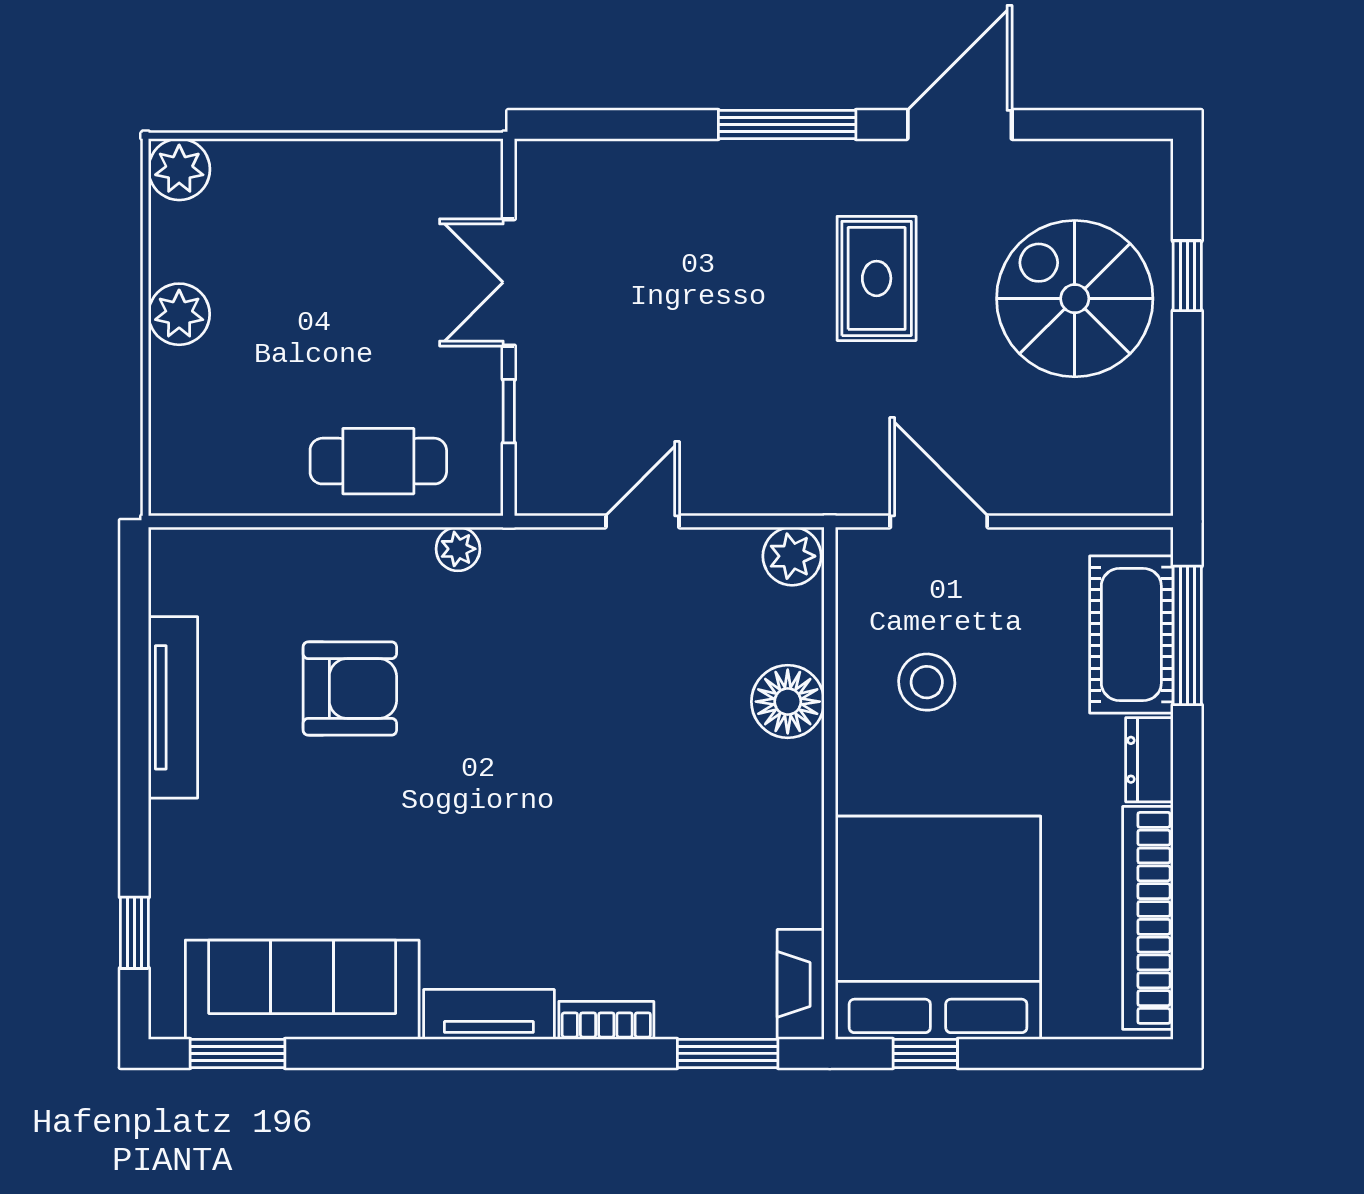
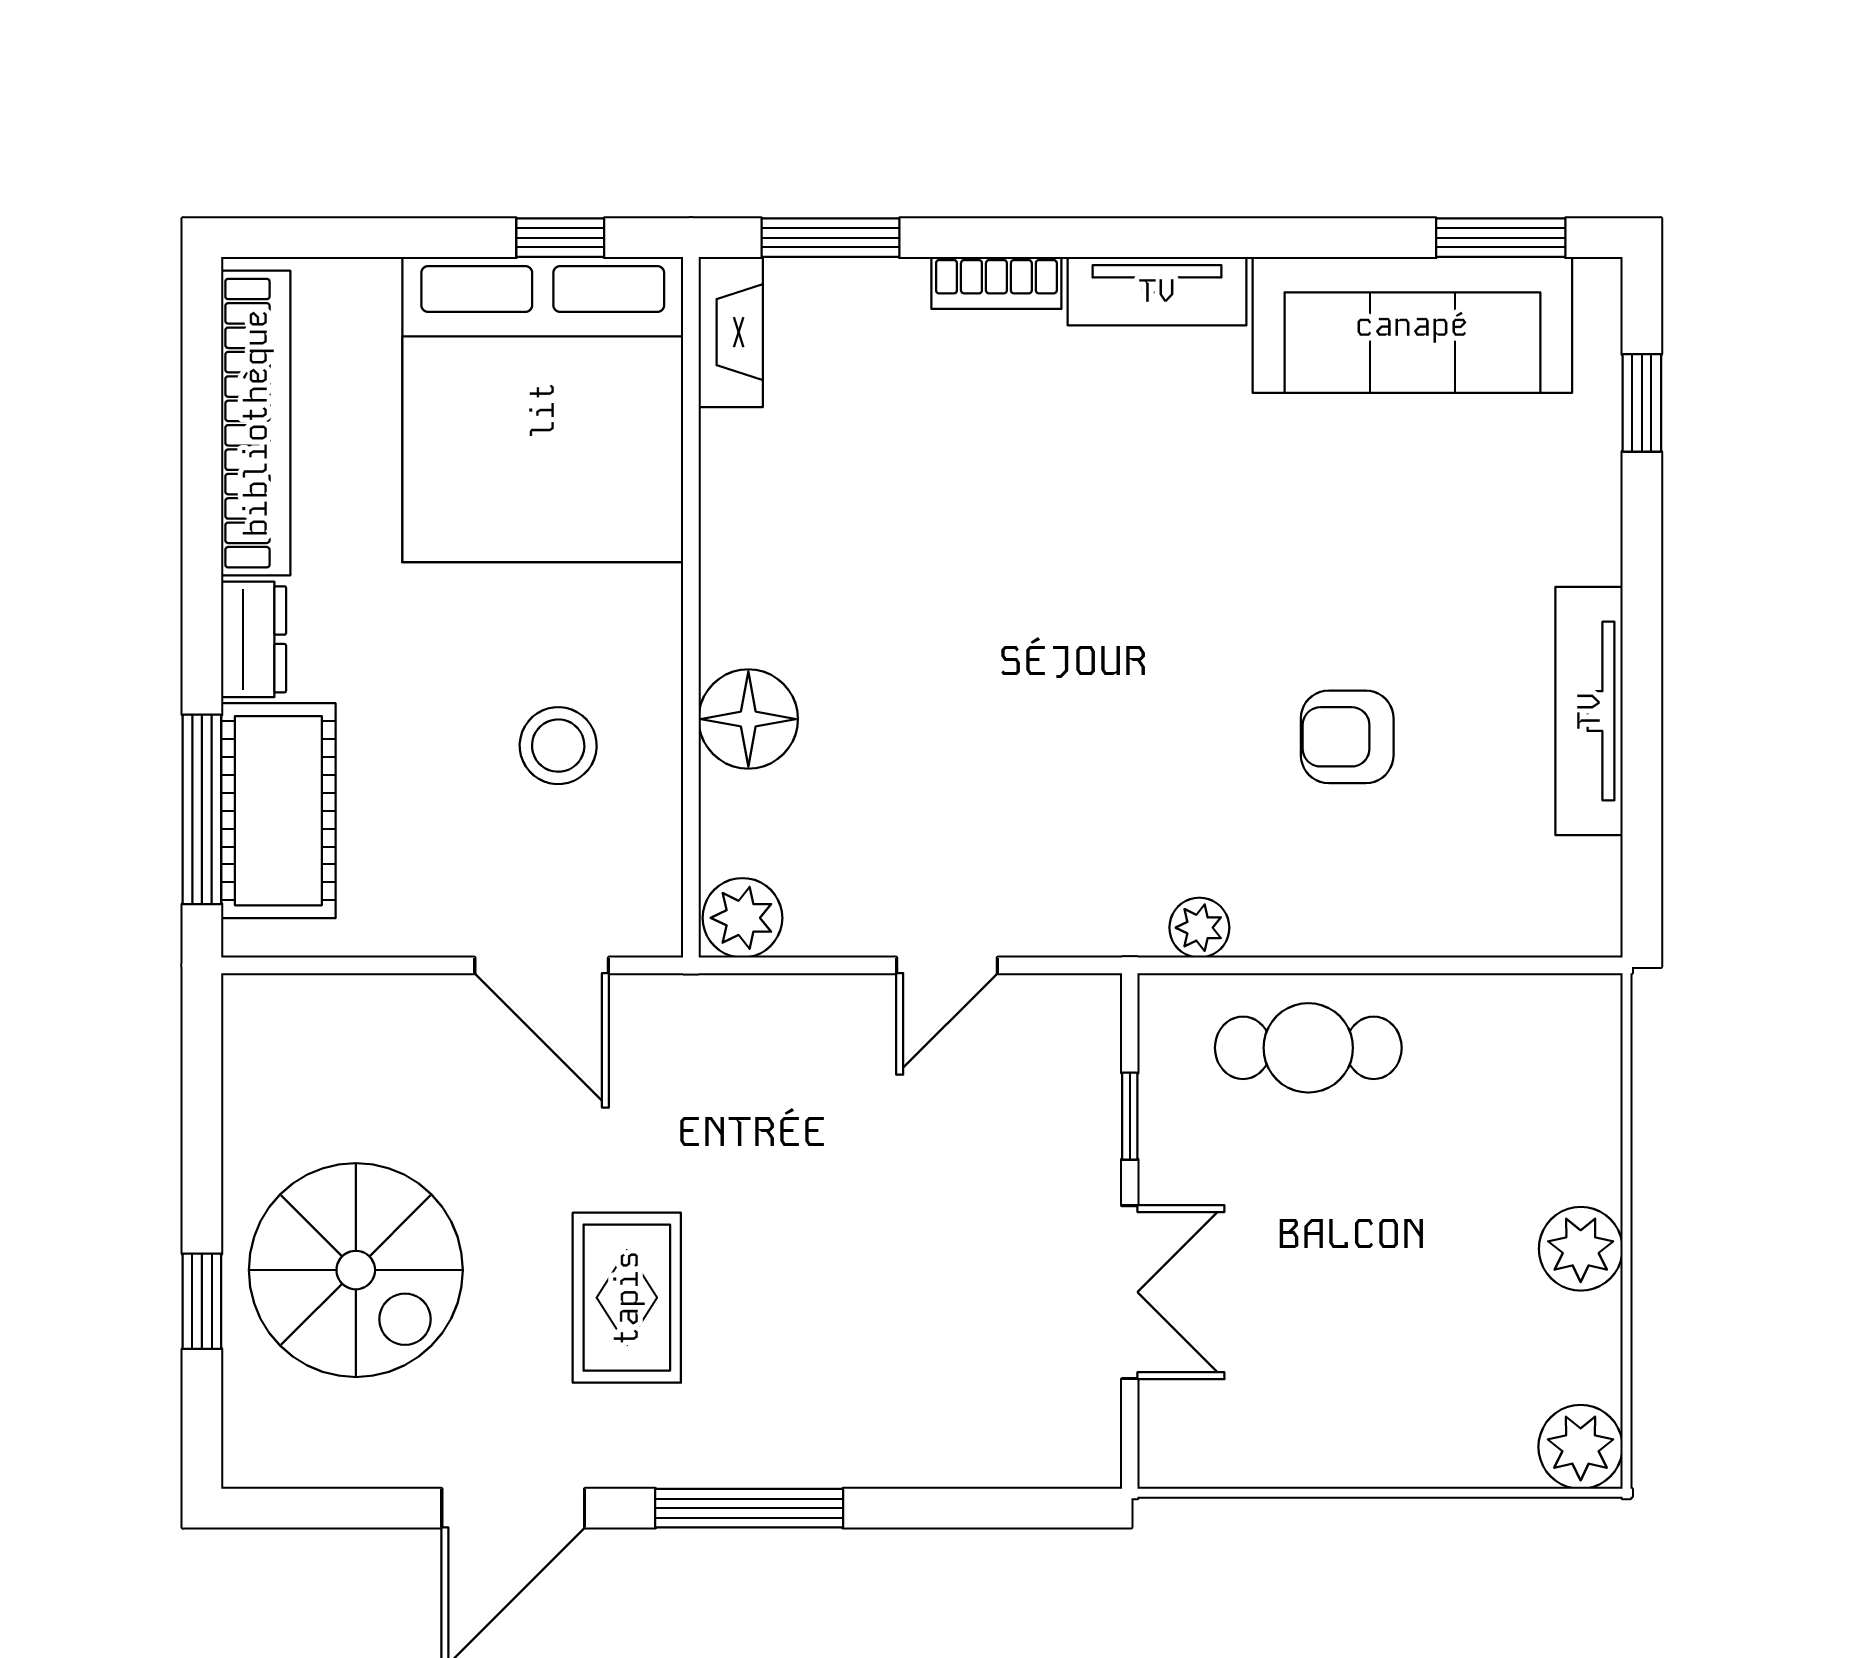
armchair: (350, 689) -> (1347, 737), width x0.72, depth x0.72

